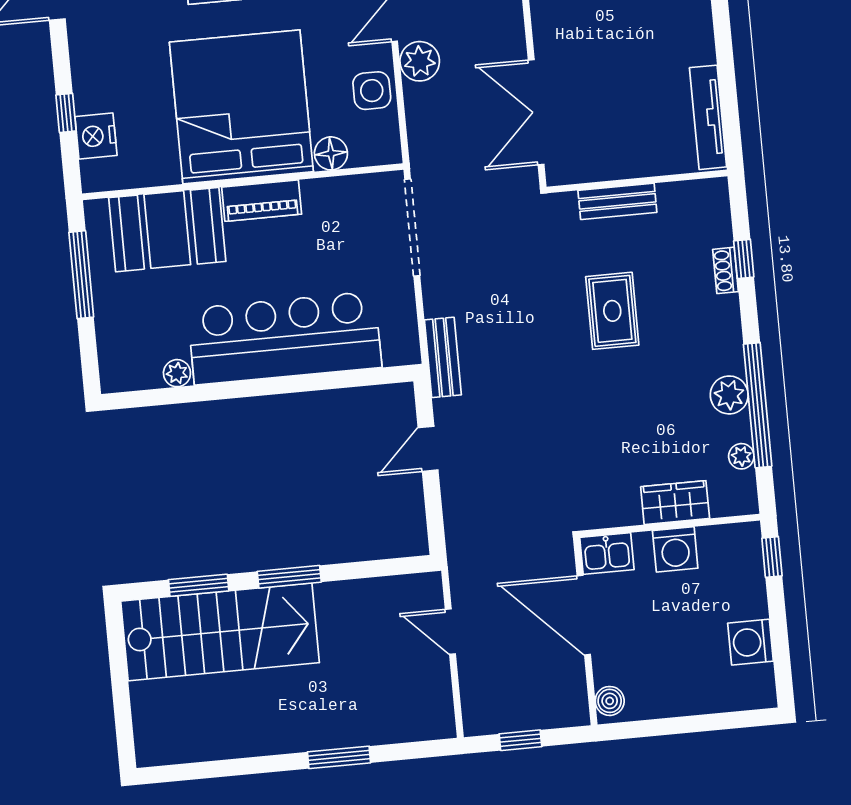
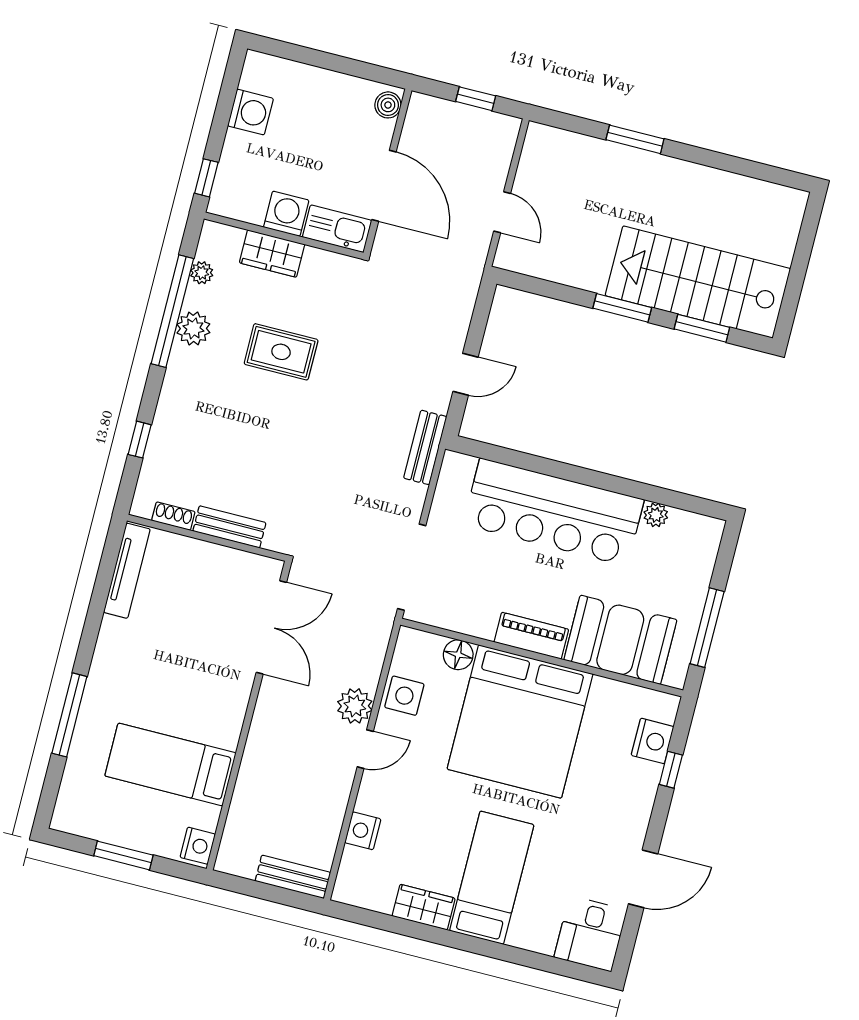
shoe rack: (726, 270) -> (173, 516), moved, turned -90
rug: (612, 311) -> (281, 352), moved, turned 90
kitchen sink: (607, 554) -> (337, 229), width x1.38

